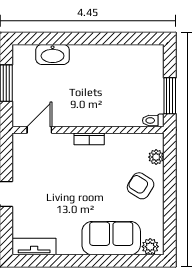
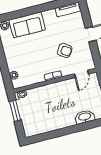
armchair: (141, 186) -> (65, 50), moved

